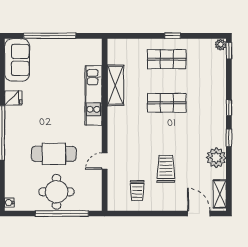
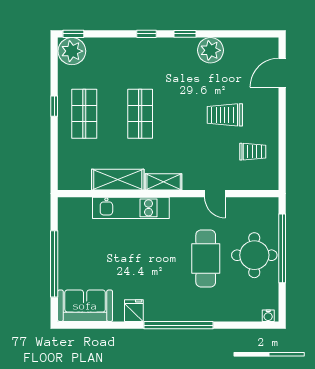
plant: (221, 45) -> (72, 51), width x1.87, depth x1.87
shelving: (220, 194) -> (164, 182), moved

